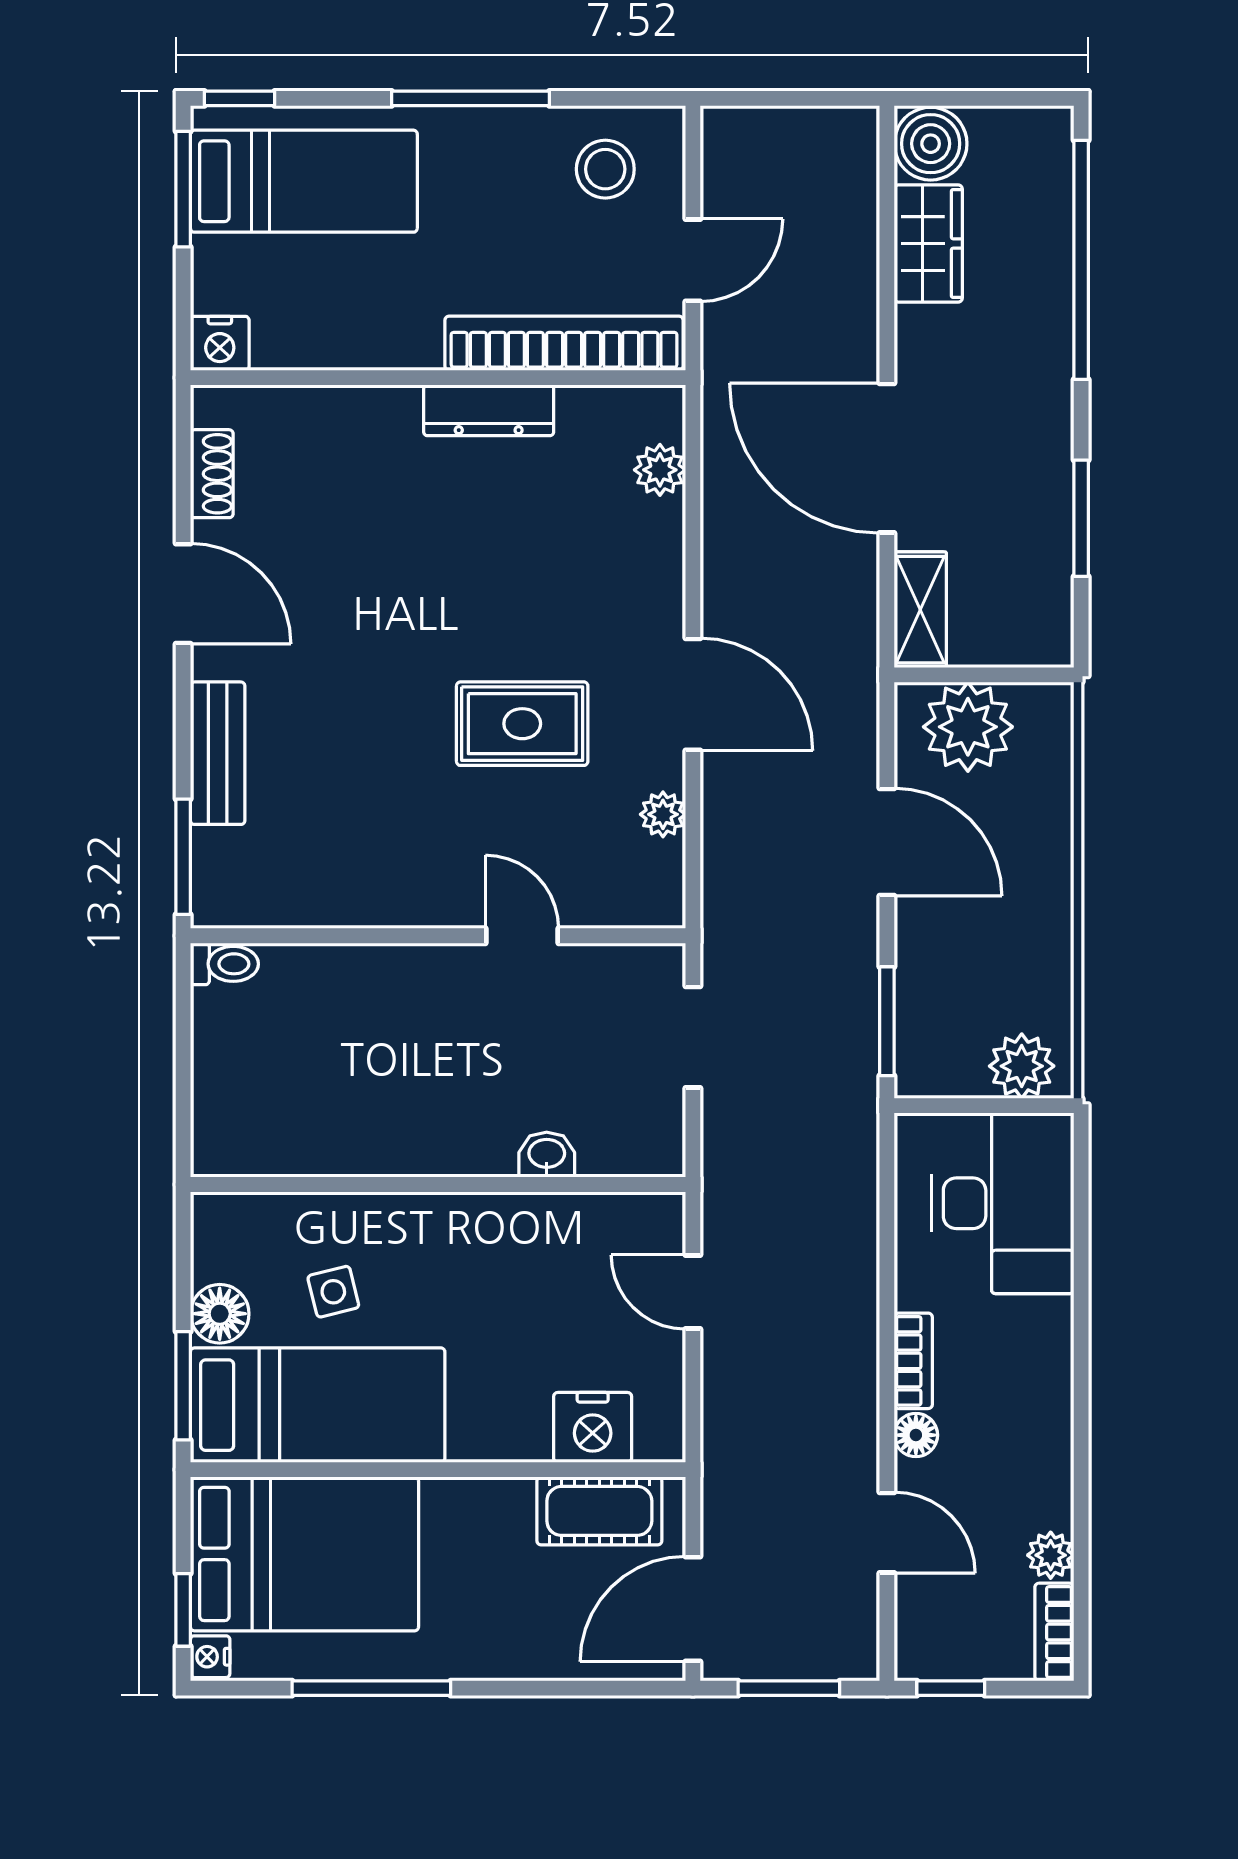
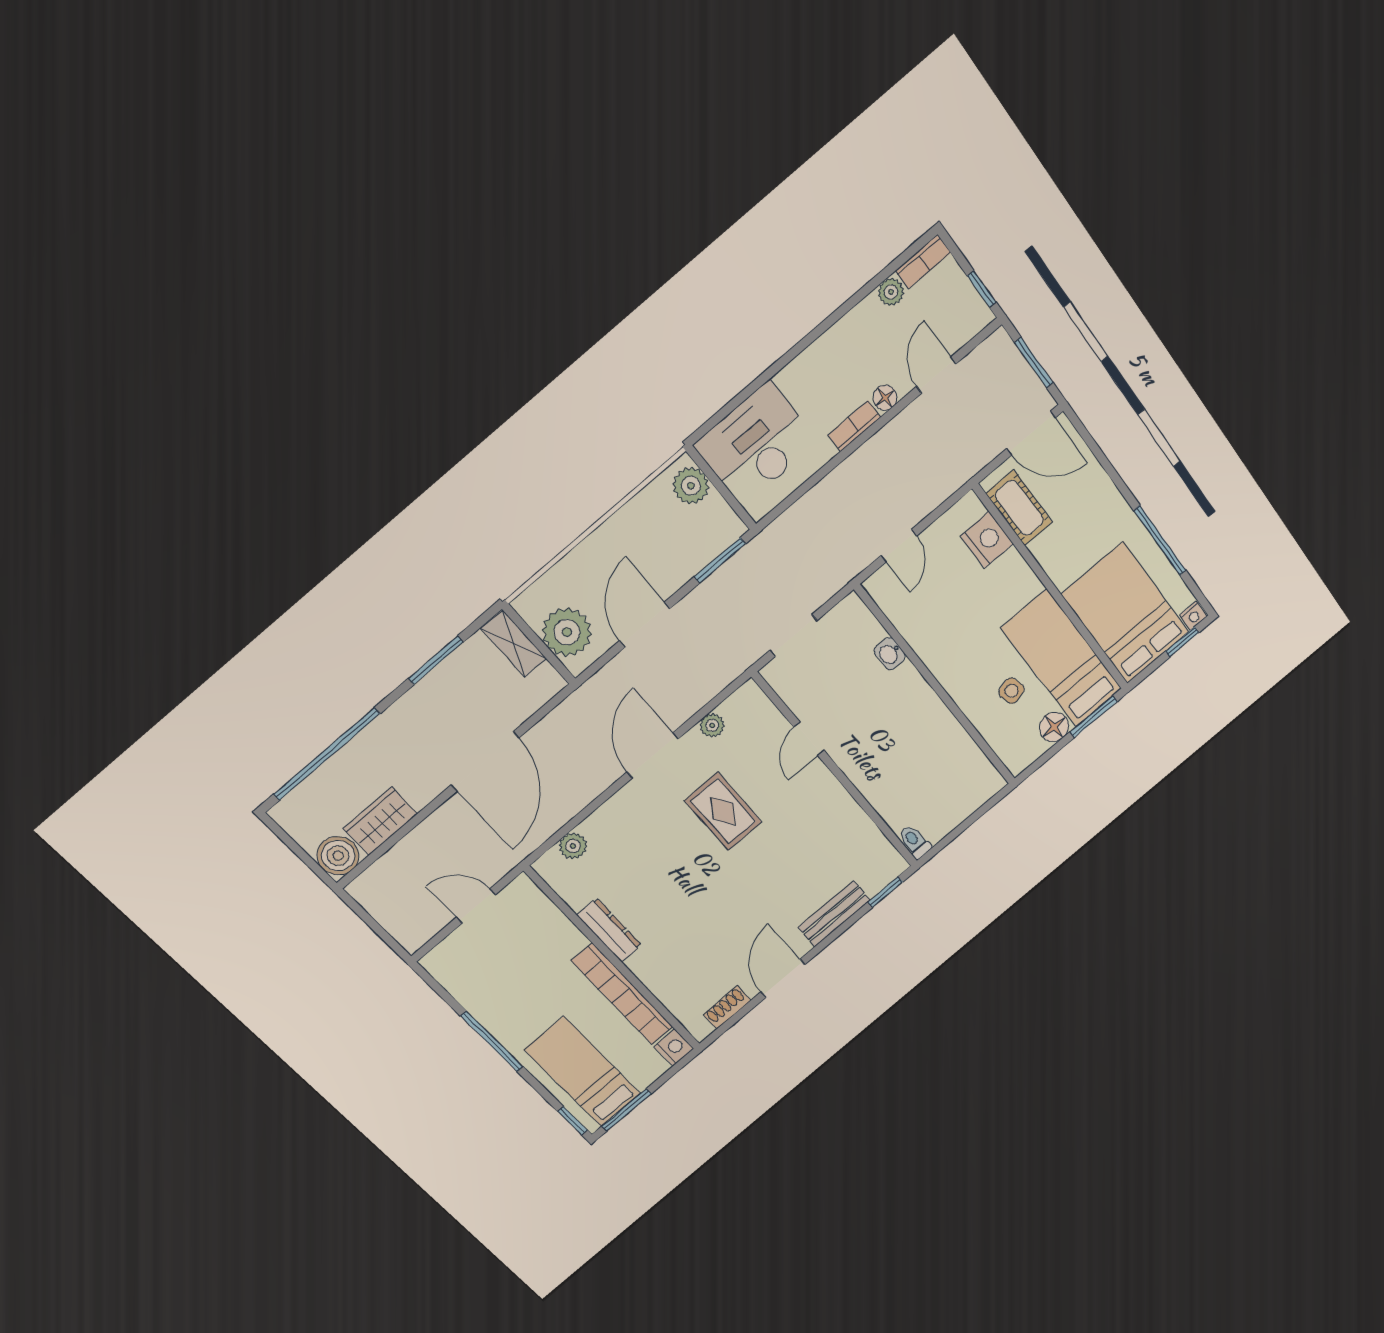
stool: (605, 169) -> (471, 969), removed
bookcase: (564, 343) -> (622, 994), moved
shelving: (920, 610) -> (514, 644), moved, turned 90
window: (183, 857) -> (885, 892), width x0.67

